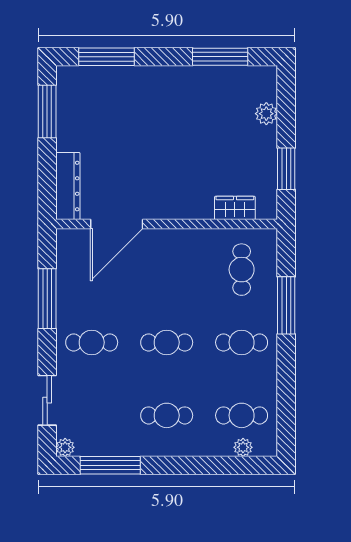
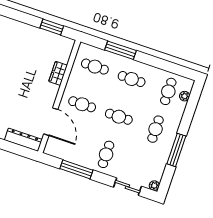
plant: (266, 114) -> (21, 28), removed
wardrobe: (235, 208) -> (58, 73), moved
cafe table: (167, 270) -> (82, 104), added
cafe table: (167, 342) -> (119, 117), turned 90
cafe table: (242, 342) -> (132, 79), turned 90
window: (110, 465) -> (176, 150), moved

